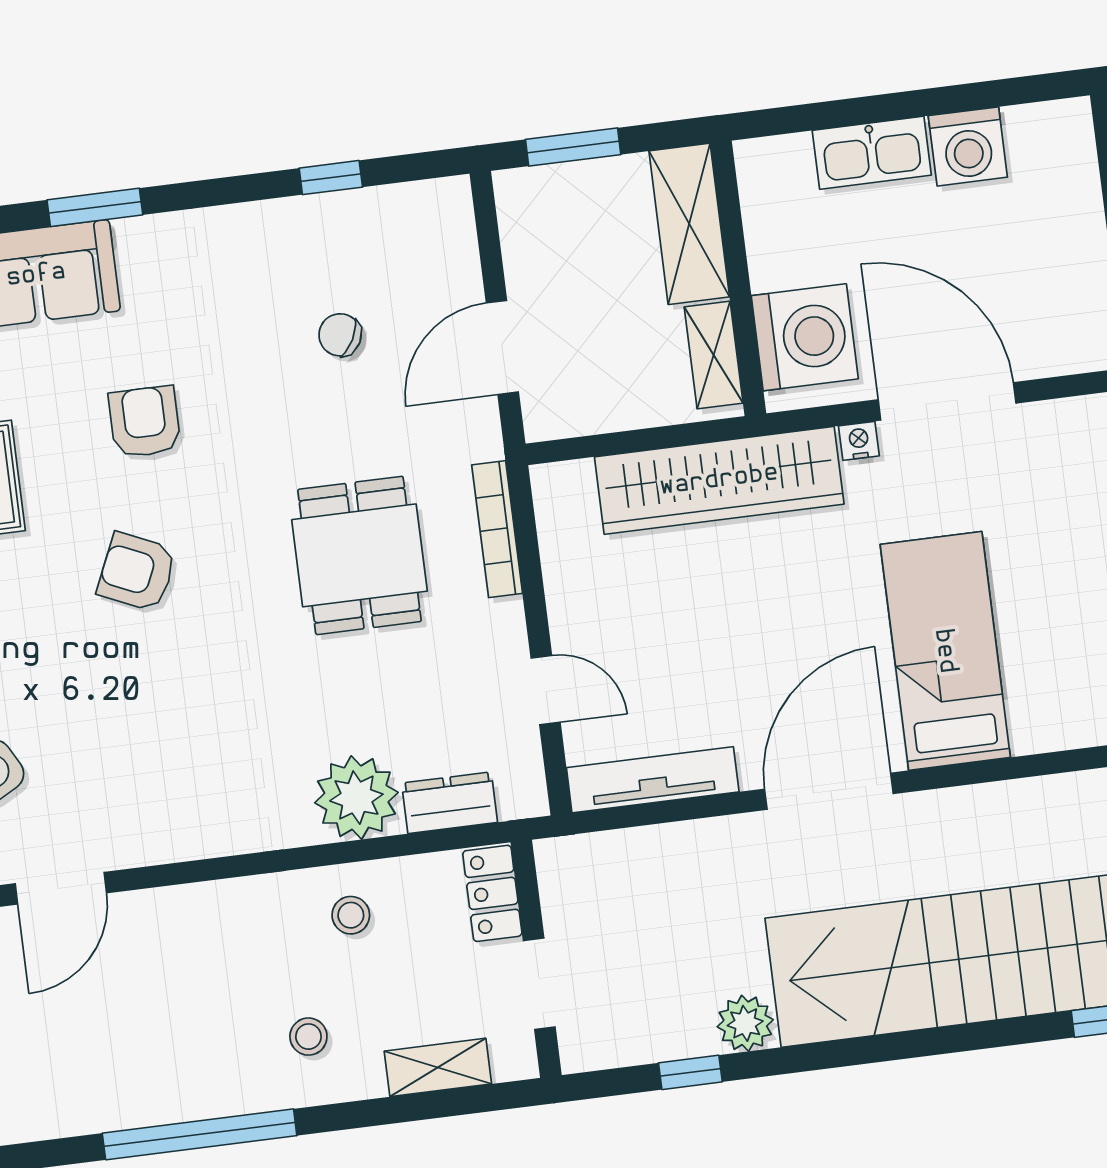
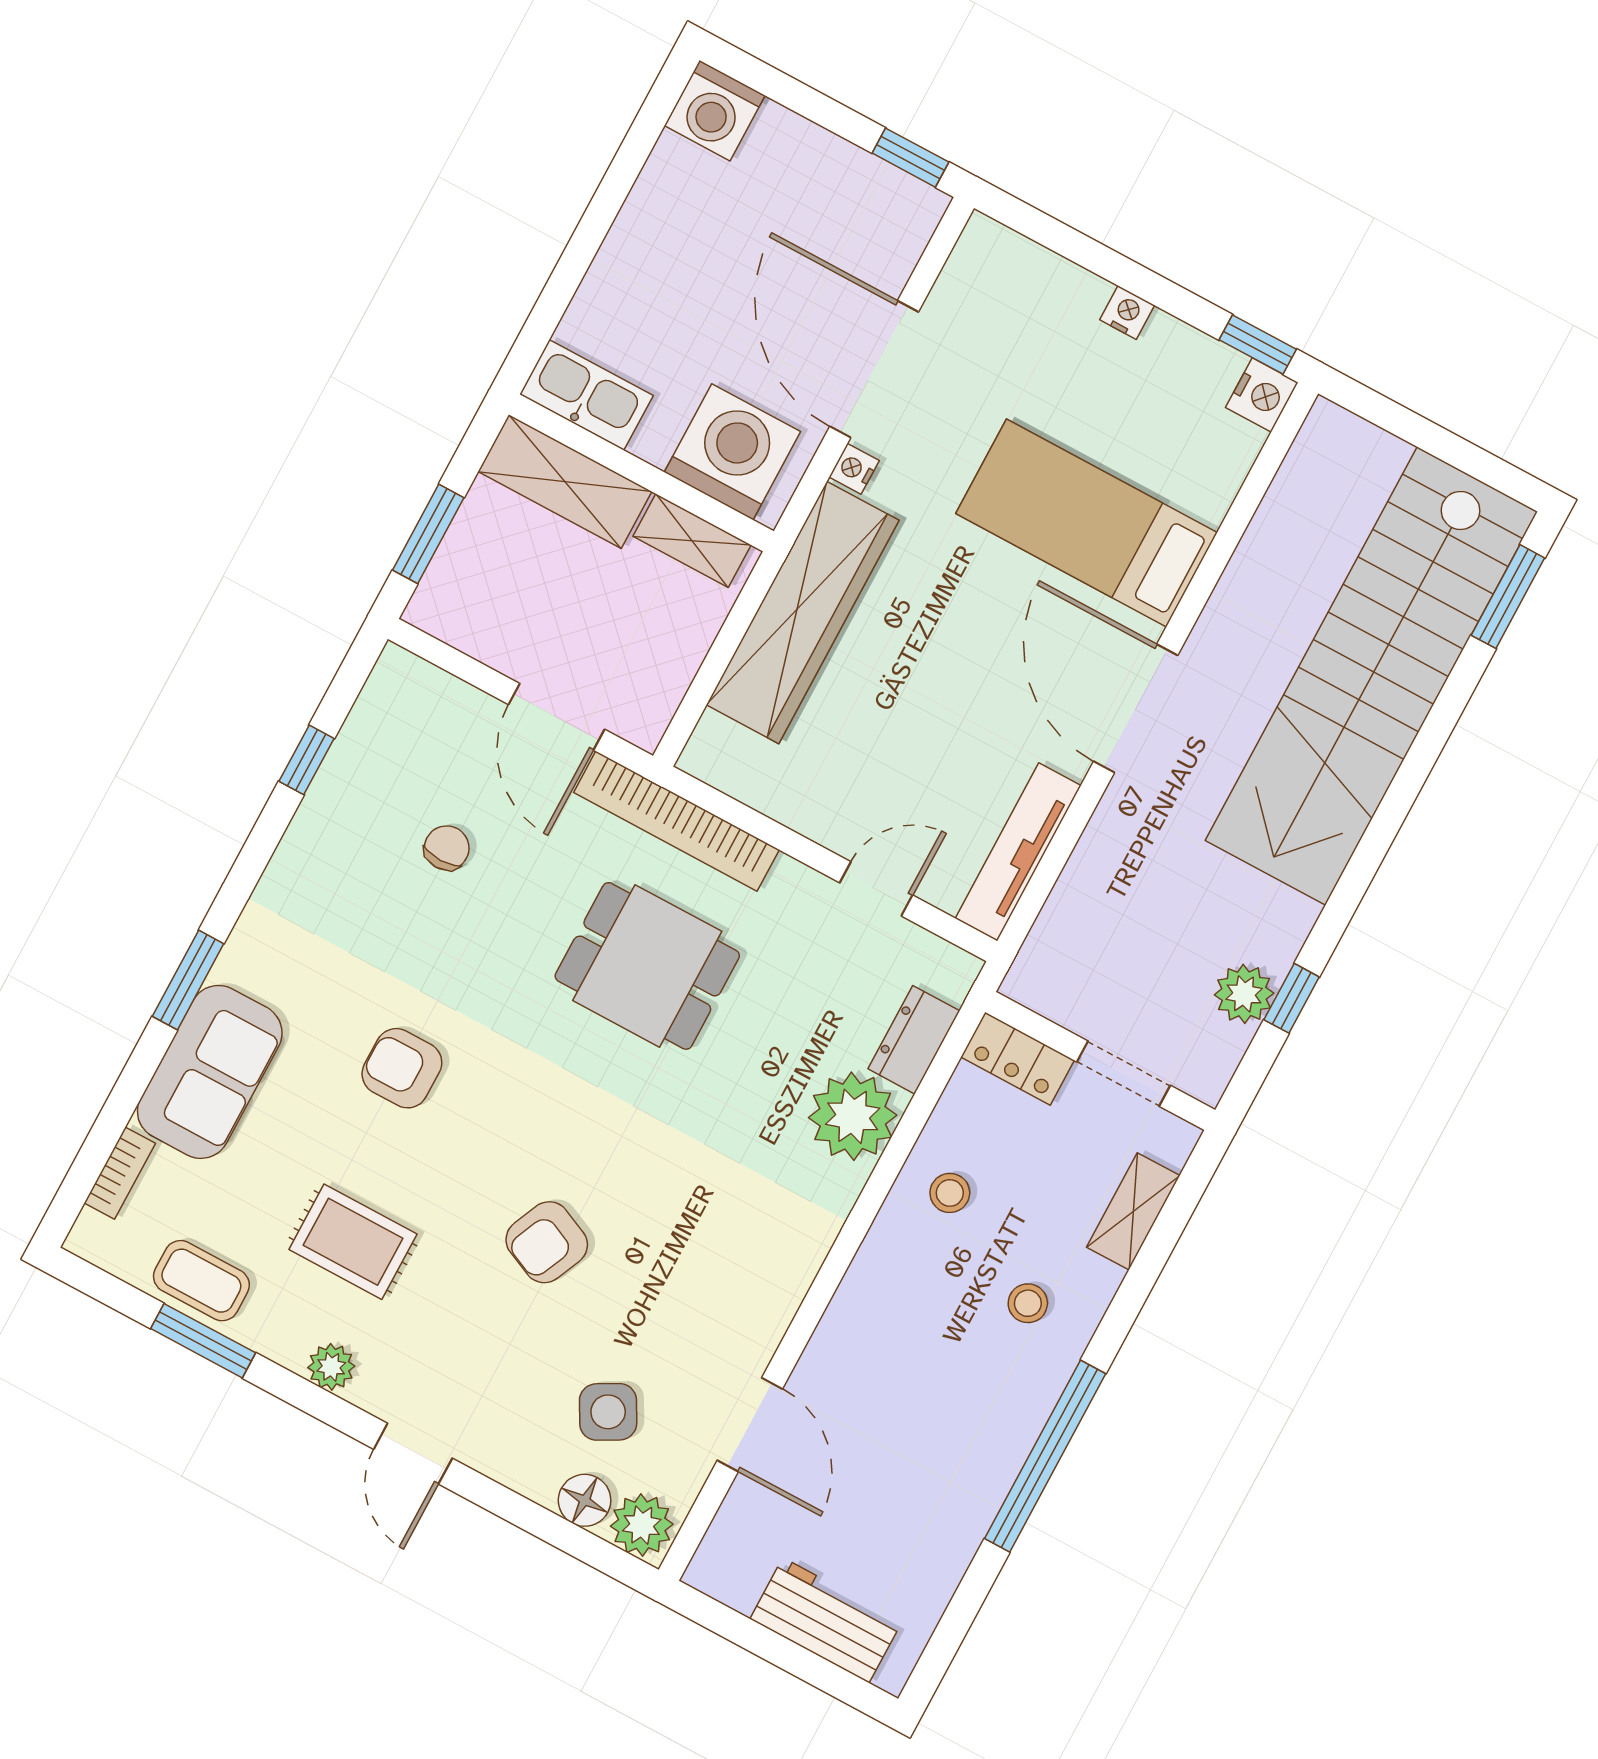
washing machine: (968, 146) -> (715, 111), moved, turned 90
kitchen sink: (872, 153) -> (586, 395), moved, turned -90
chair: (340, 335) -> (447, 848), turned 152
door: (947, 401) -> (874, 369), hinge flipped
bookcase: (497, 529) -> (676, 821), width x1.48, depth x1.31
armchair: (137, 572) -> (547, 1242), moved
plant: (745, 1023) -> (1244, 994), moved

